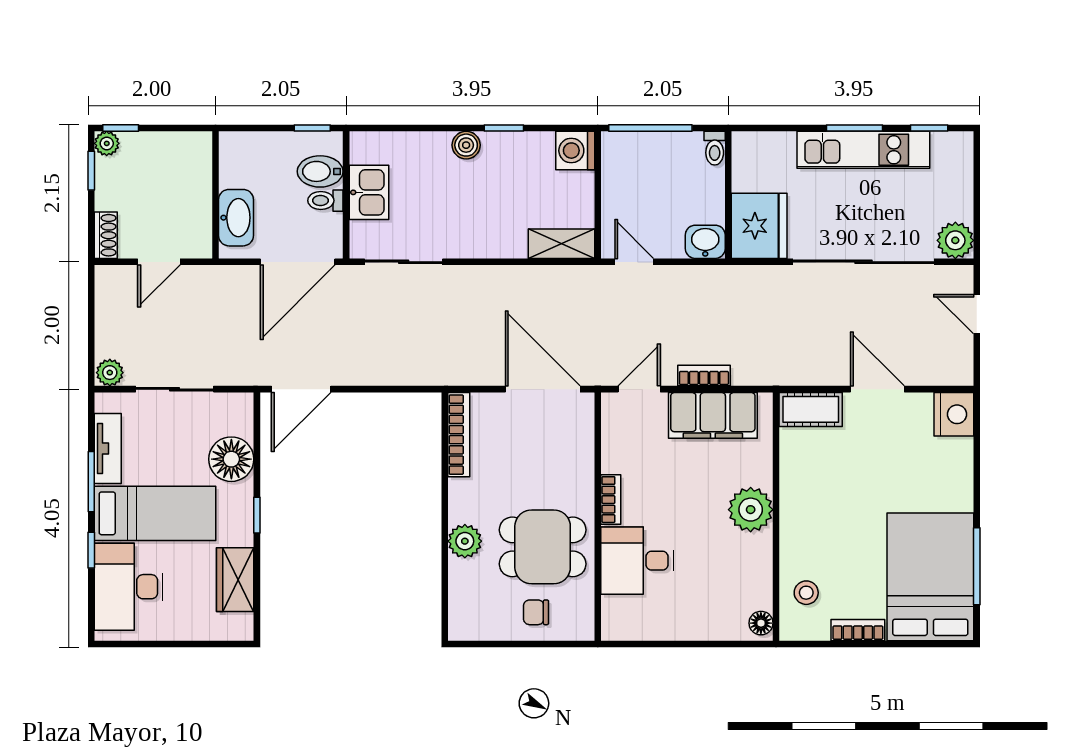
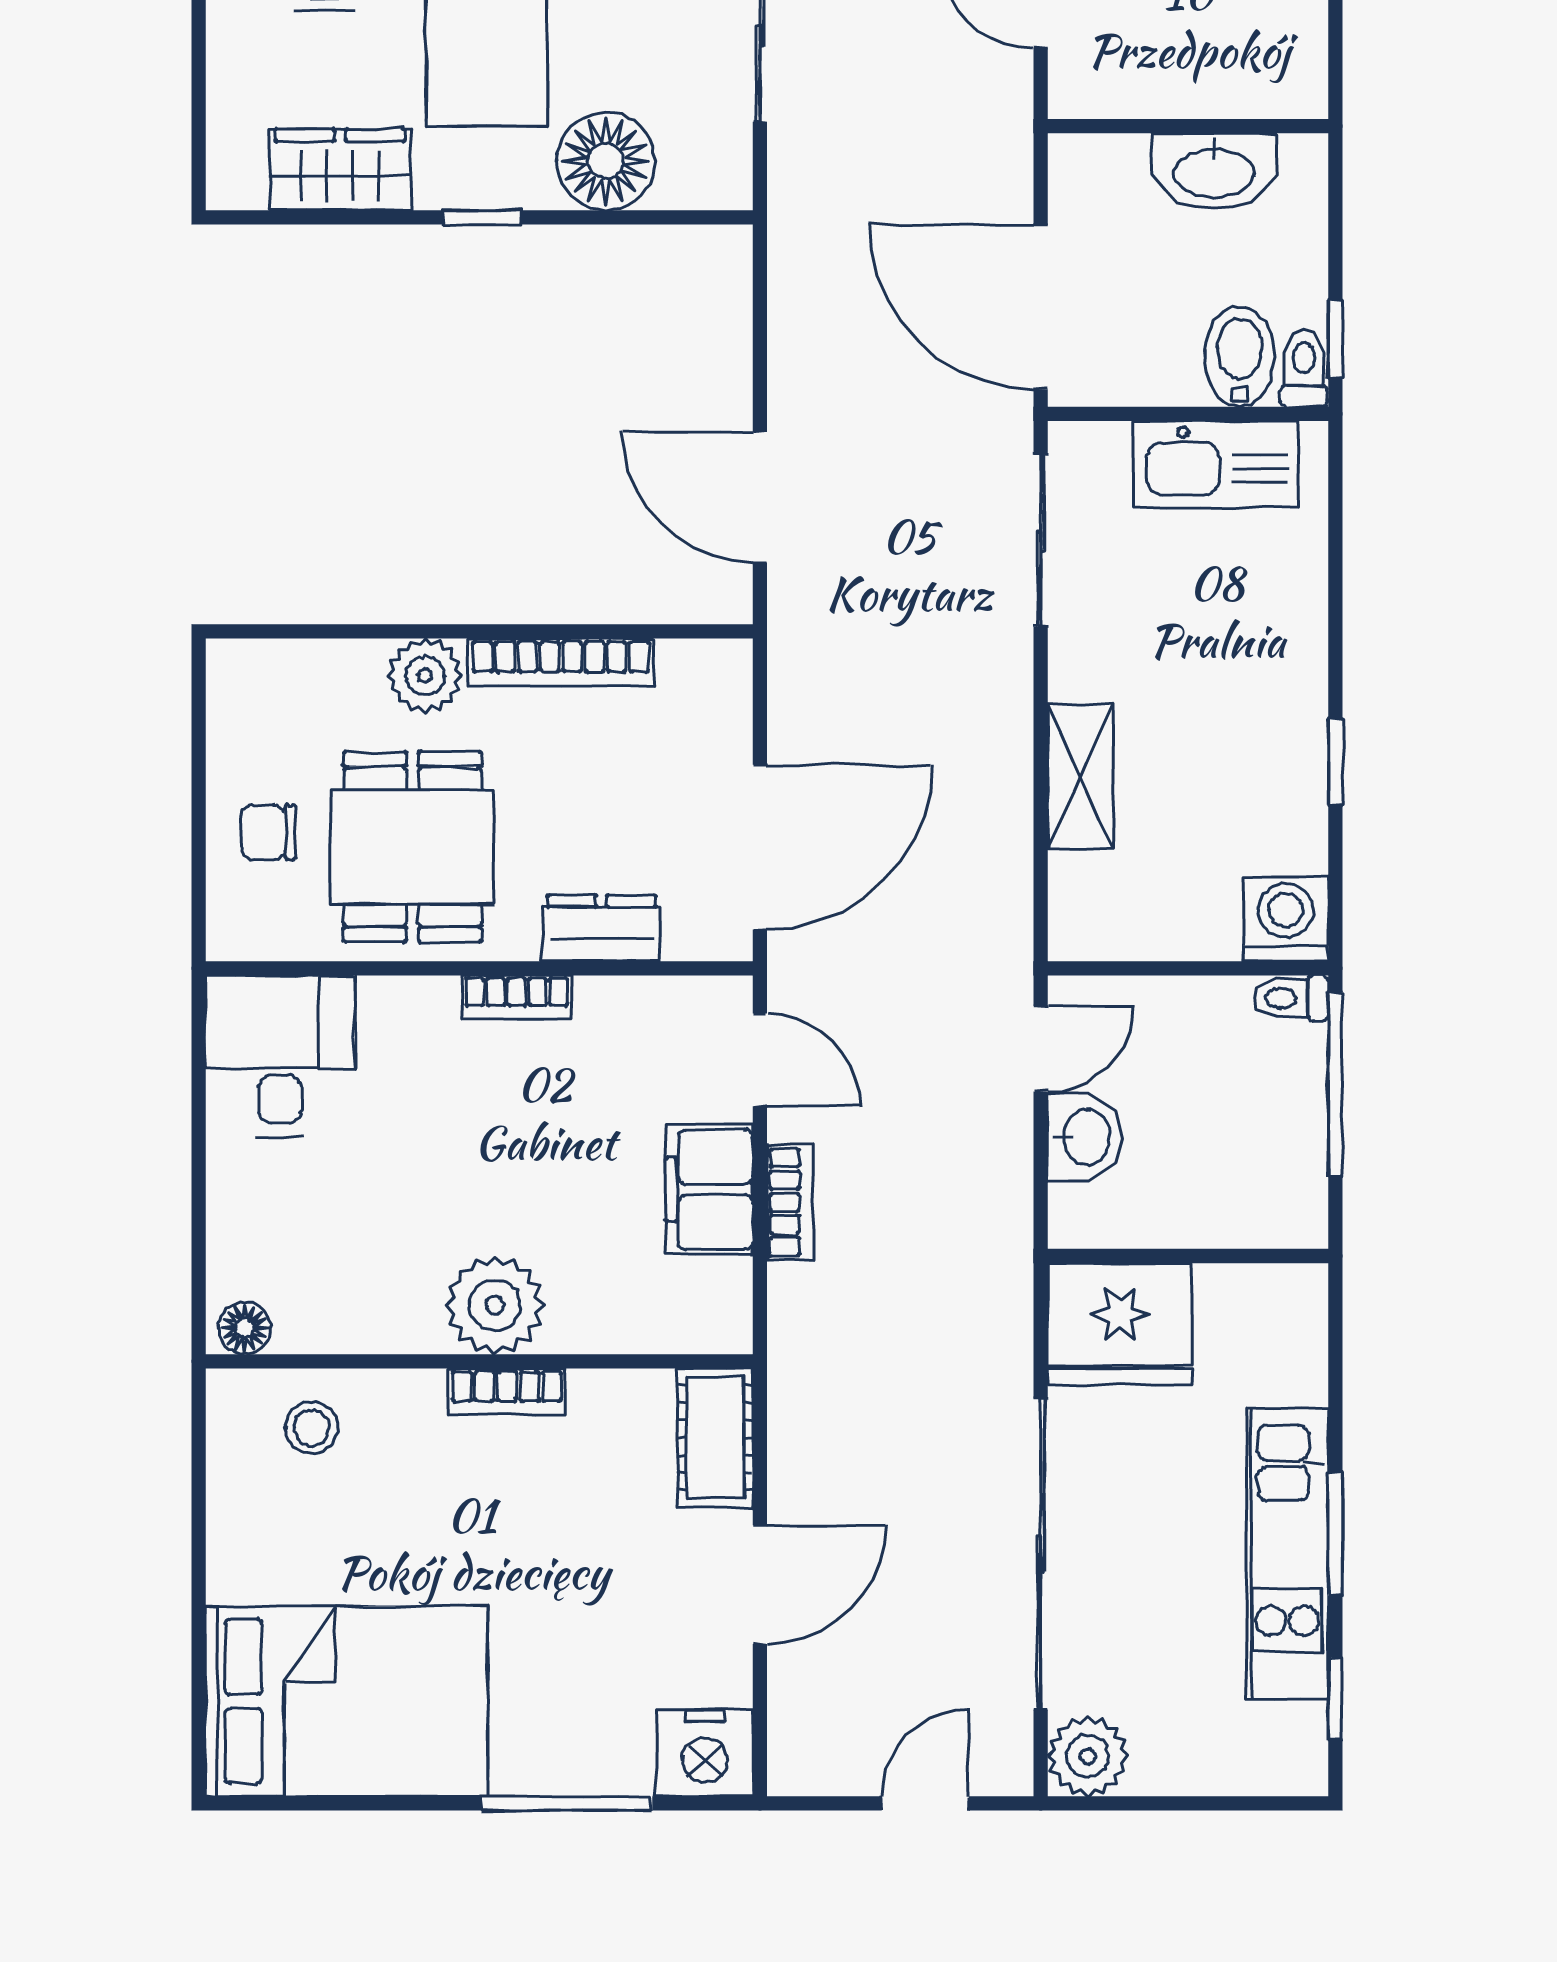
boiler: (466, 145) -> (1298, 678), removed
toilet: (715, 148) -> (1291, 998), moved
kitchen sink: (369, 192) -> (1216, 464), width x1.38
toilet: (325, 201) -> (1304, 368), moved
washbasin: (236, 218) -> (1214, 171), moved
washbasin: (705, 242) -> (1085, 1137), moved
shelving: (561, 244) -> (1081, 777), moved
door: (301, 389) -> (760, 497), moved
filing cabinet: (713, 415) -> (710, 1189), width x0.67, depth x0.86
bookcase: (459, 435) -> (561, 662), moved
dresser: (579, 461) -> (602, 928), added
desk: (637, 561) -> (280, 1056), moved
window: (977, 566) -> (567, 1803), moved
chair: (536, 612) -> (268, 832), turned -90
bookcase: (858, 630) -> (507, 1392), moved, turned 90

